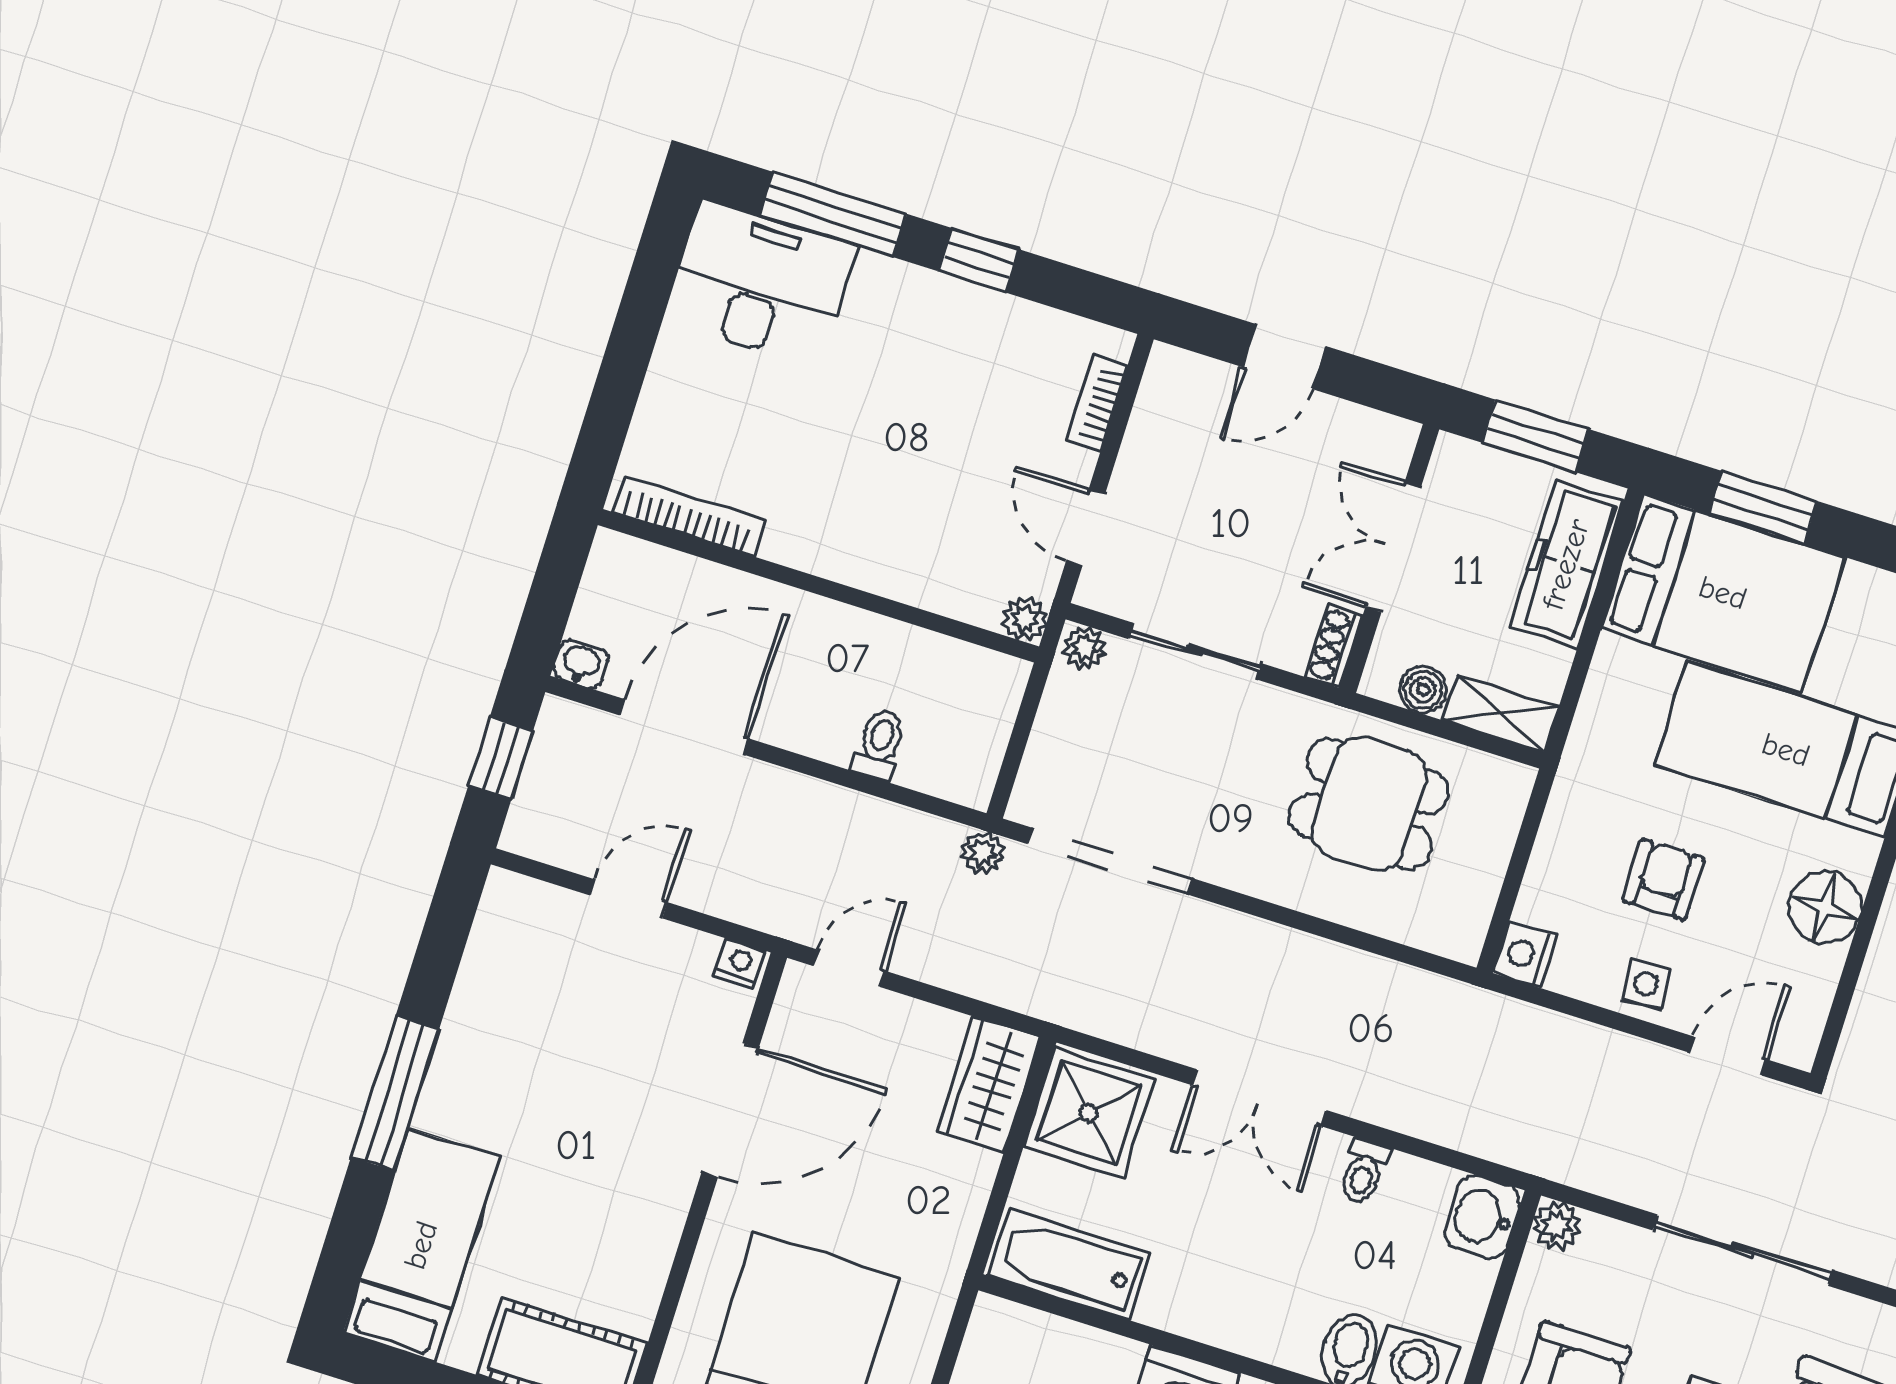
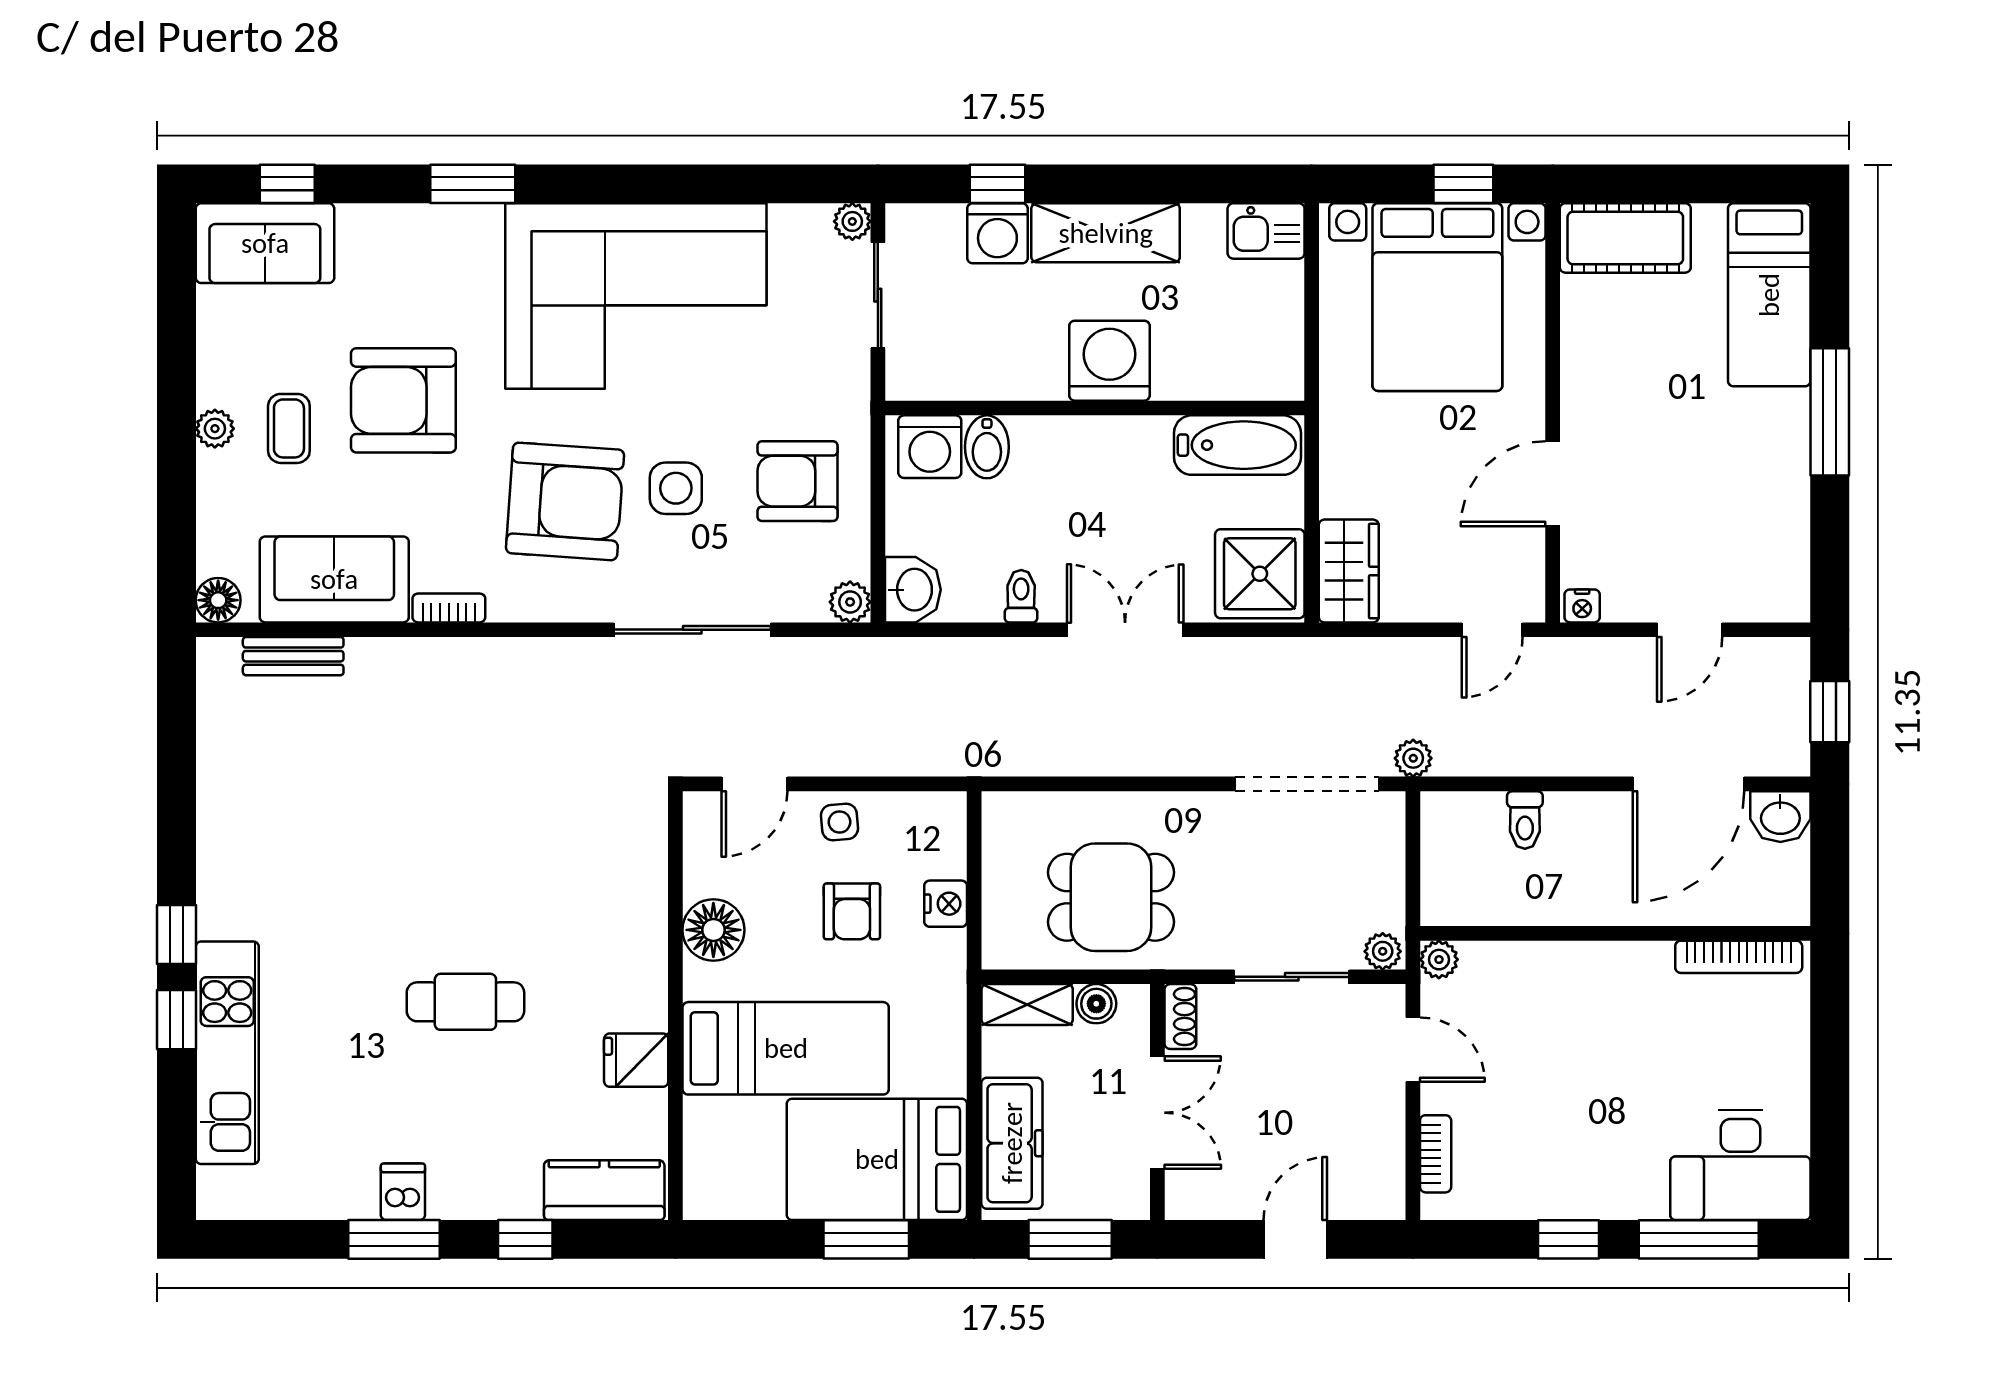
washbasin: (581, 664) -> (1780, 817), width x1.38, depth x1.45
nightstand: (1525, 955) -> (946, 904), moved
door: (730, 1110) -> (1553, 484), width x0.73

